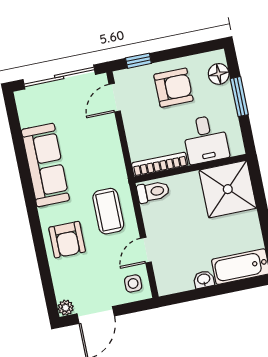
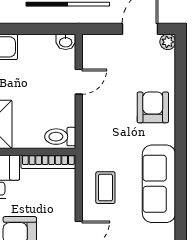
coffee table: (108, 211) -> (105, 188), moved, width x0.73, depth x0.77
washbasin: (204, 279) -> (66, 42), moved
side table: (133, 283) -> (98, 52), removed

